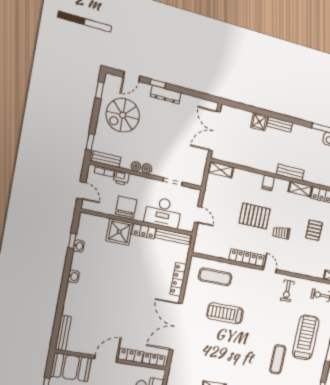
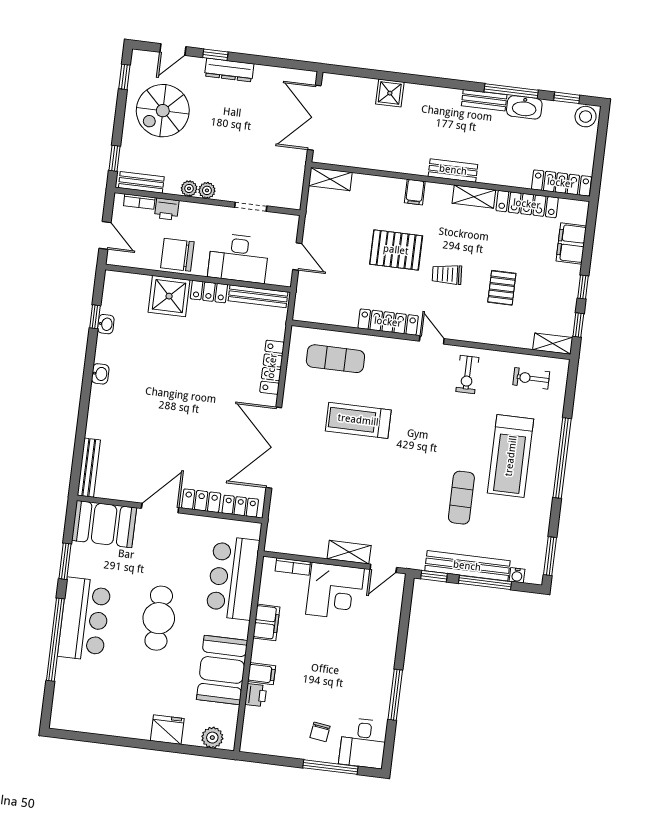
bench: (280, 124) -> (484, 100), moved
chair: (126, 207) -> (177, 255), turned -90
pallet: (314, 230) -> (502, 288), moved
treadmill: (306, 337) -> (511, 456), turned 180

